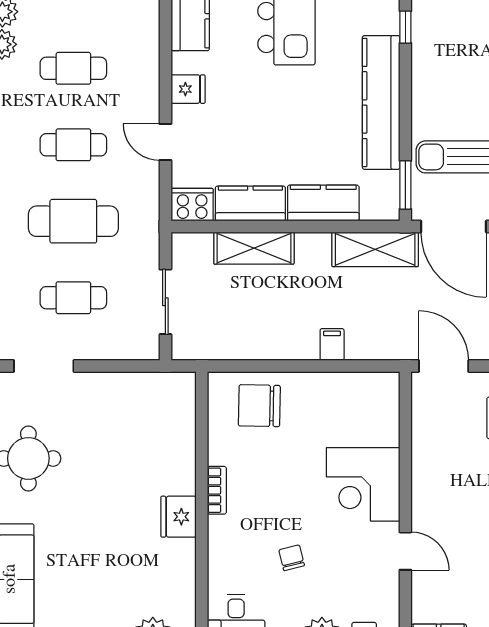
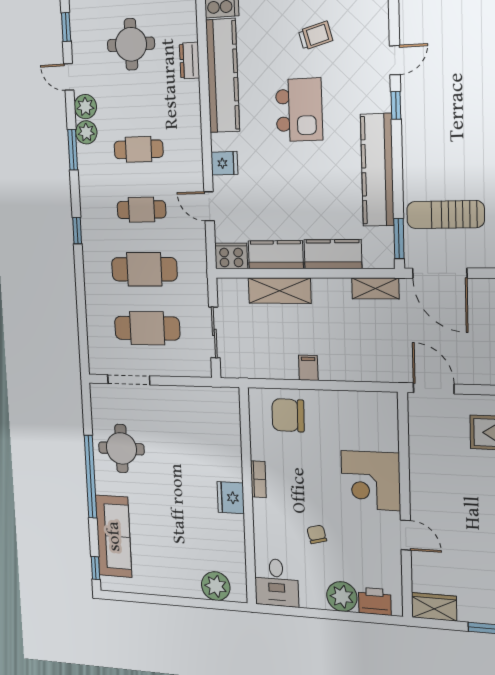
shelving: (375, 249) -> (375, 288), width x0.67, depth x0.75
cafe table: (73, 298) -> (147, 328), width x1.37, depth x1.35
filing cabinet: (332, 345) -> (308, 368), moved

